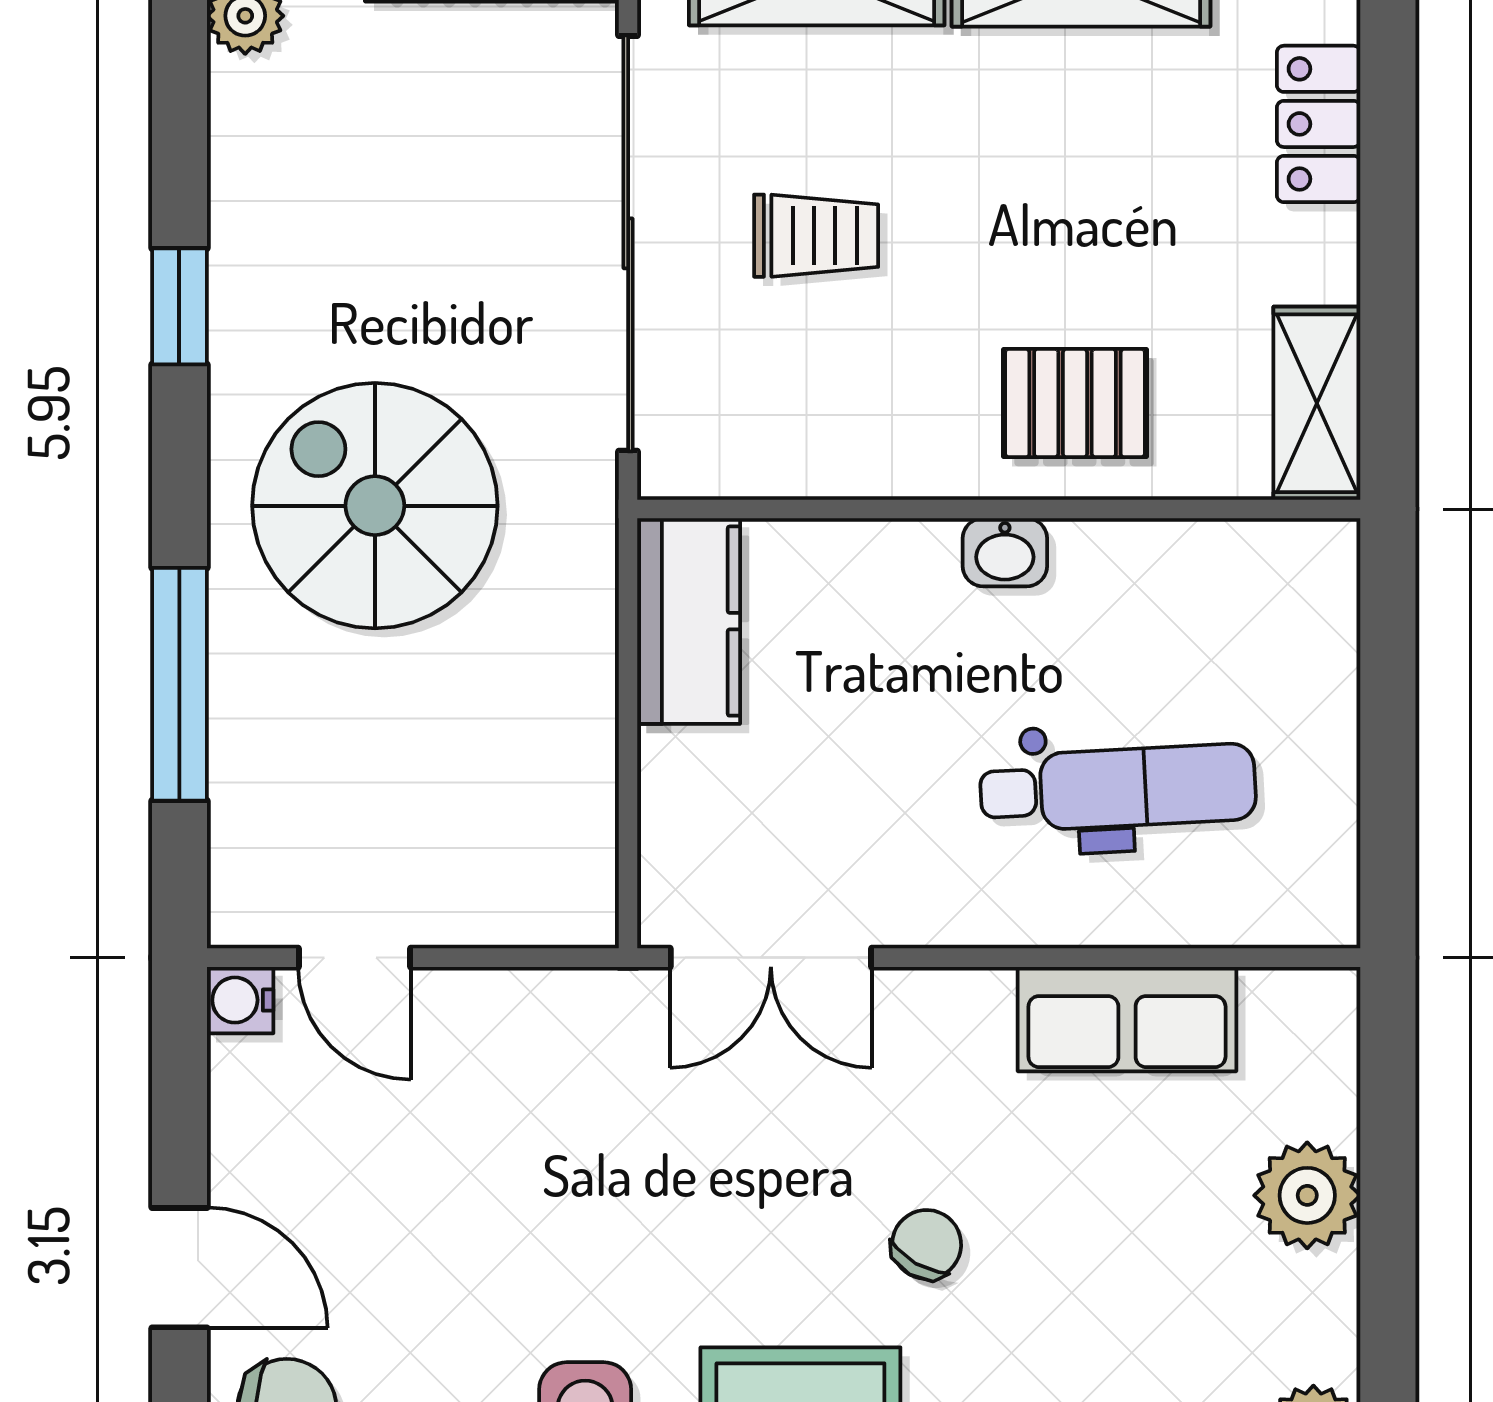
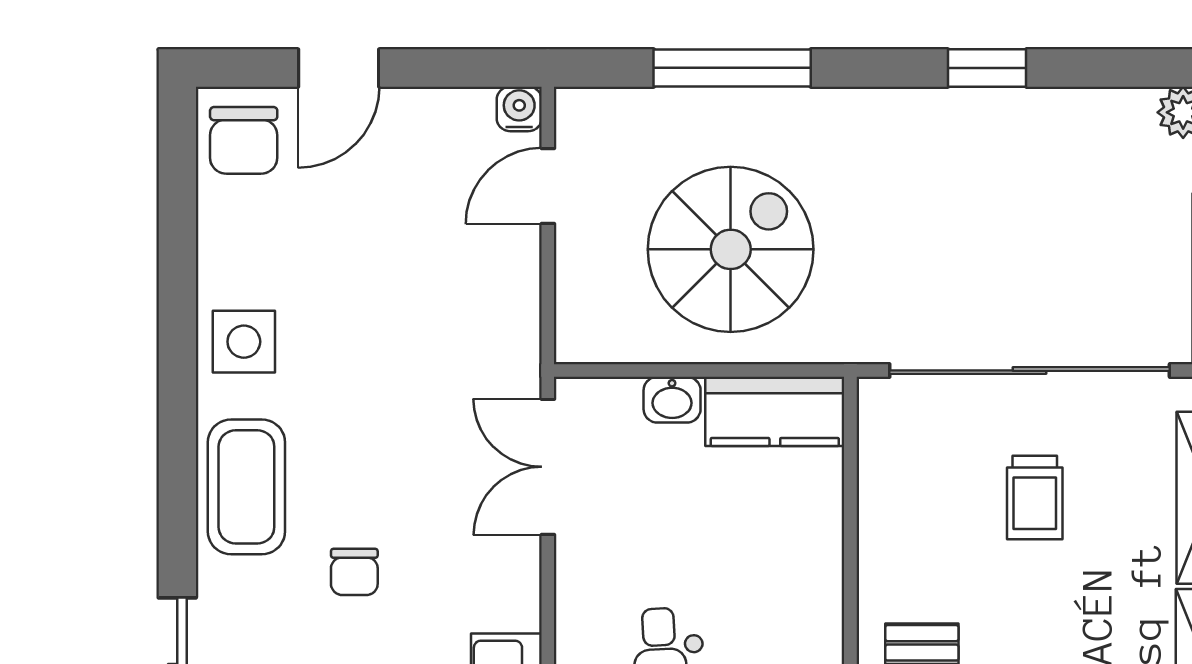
spiral stairs: (375, 506) -> (731, 249), moved
washbasin: (1005, 552) -> (672, 400), moved, turned -90
chair: (927, 1244) -> (354, 572), turned 60

